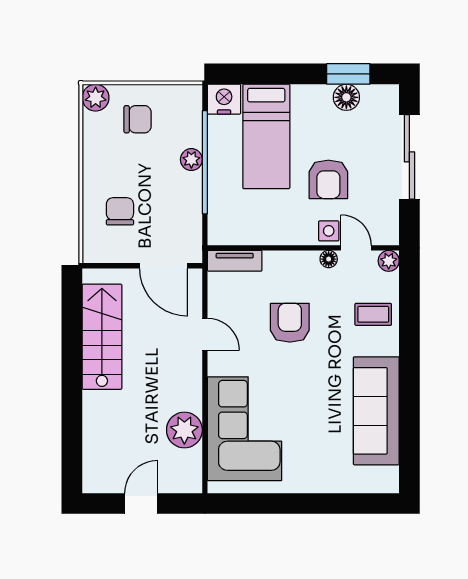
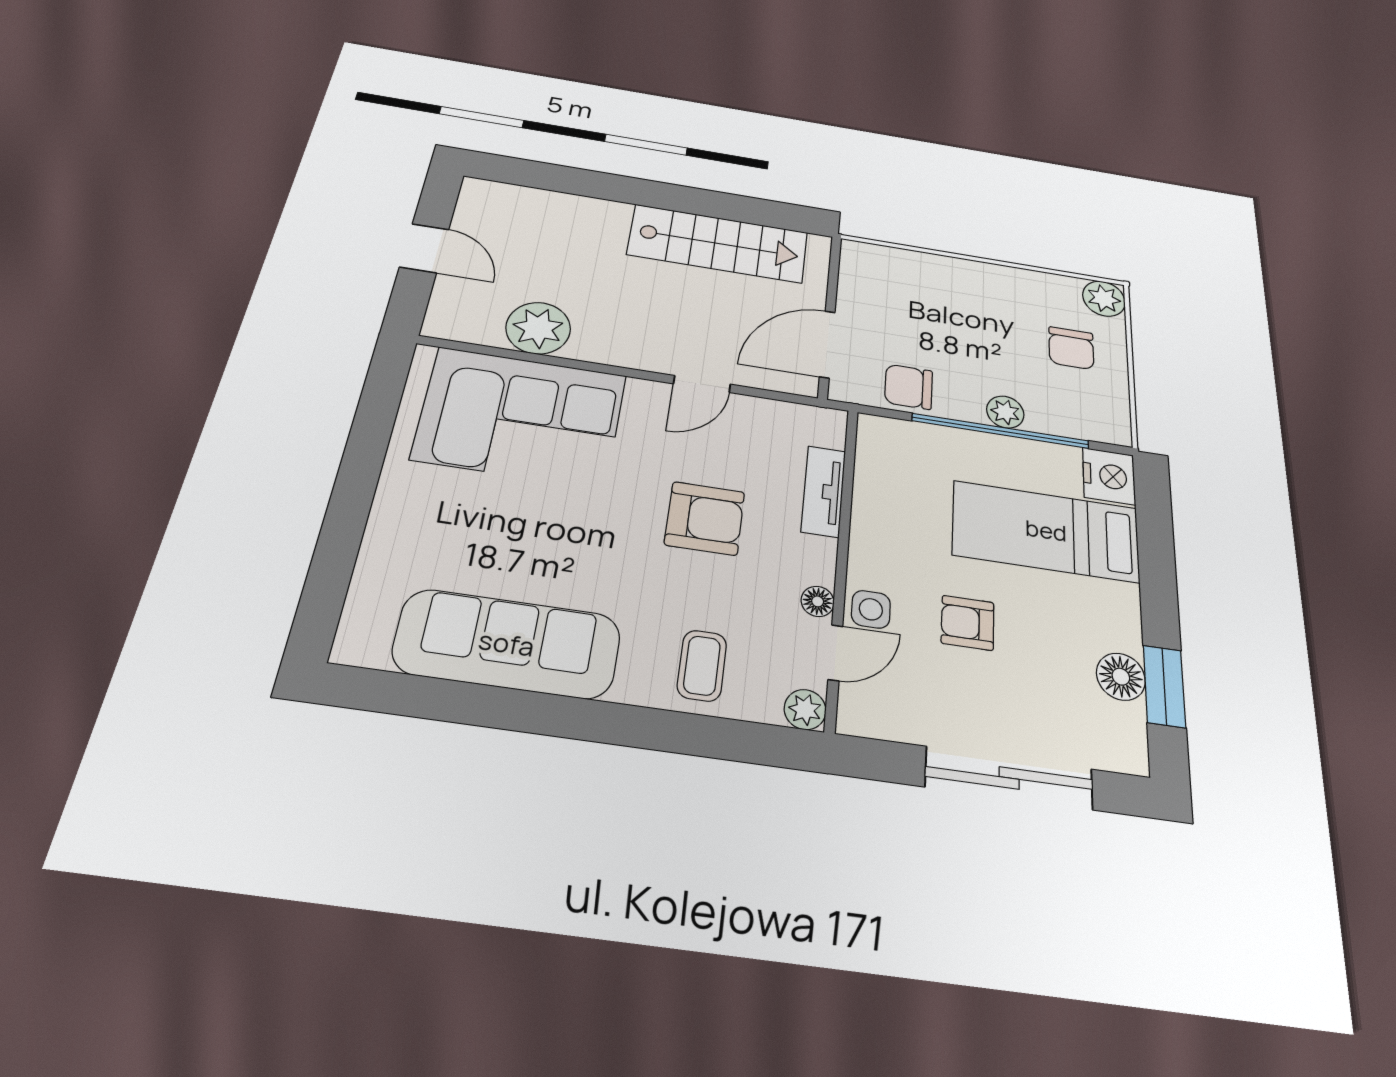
armchair: (328, 179) -> (968, 623), width x0.72, depth x0.72
chair: (120, 211) -> (909, 387), moved, turned 180
tv unit: (235, 261) -> (823, 491), moved

